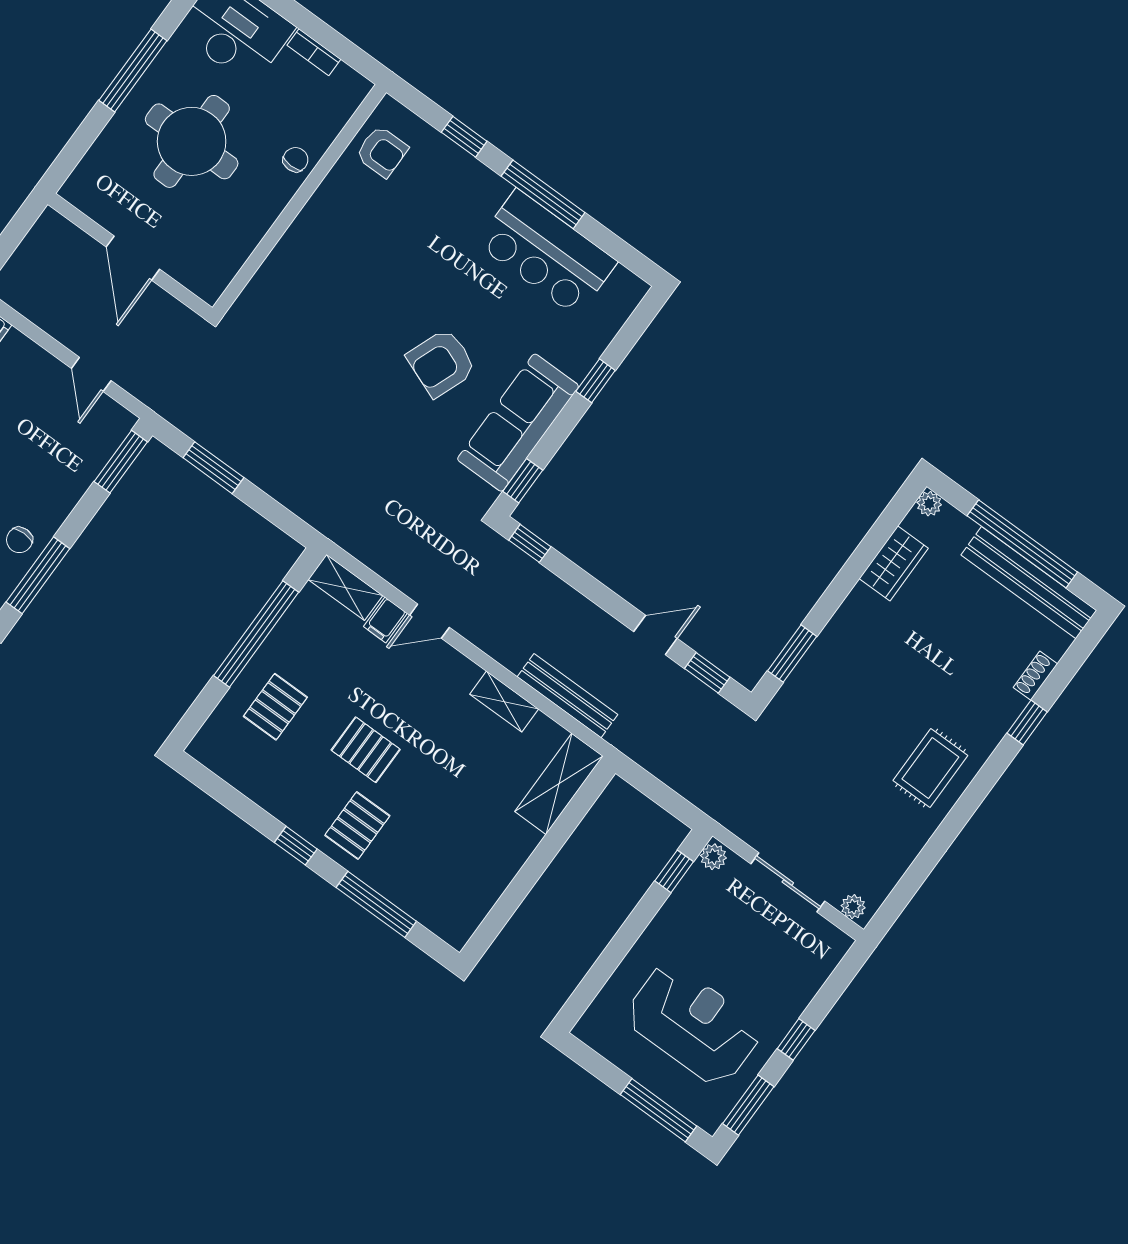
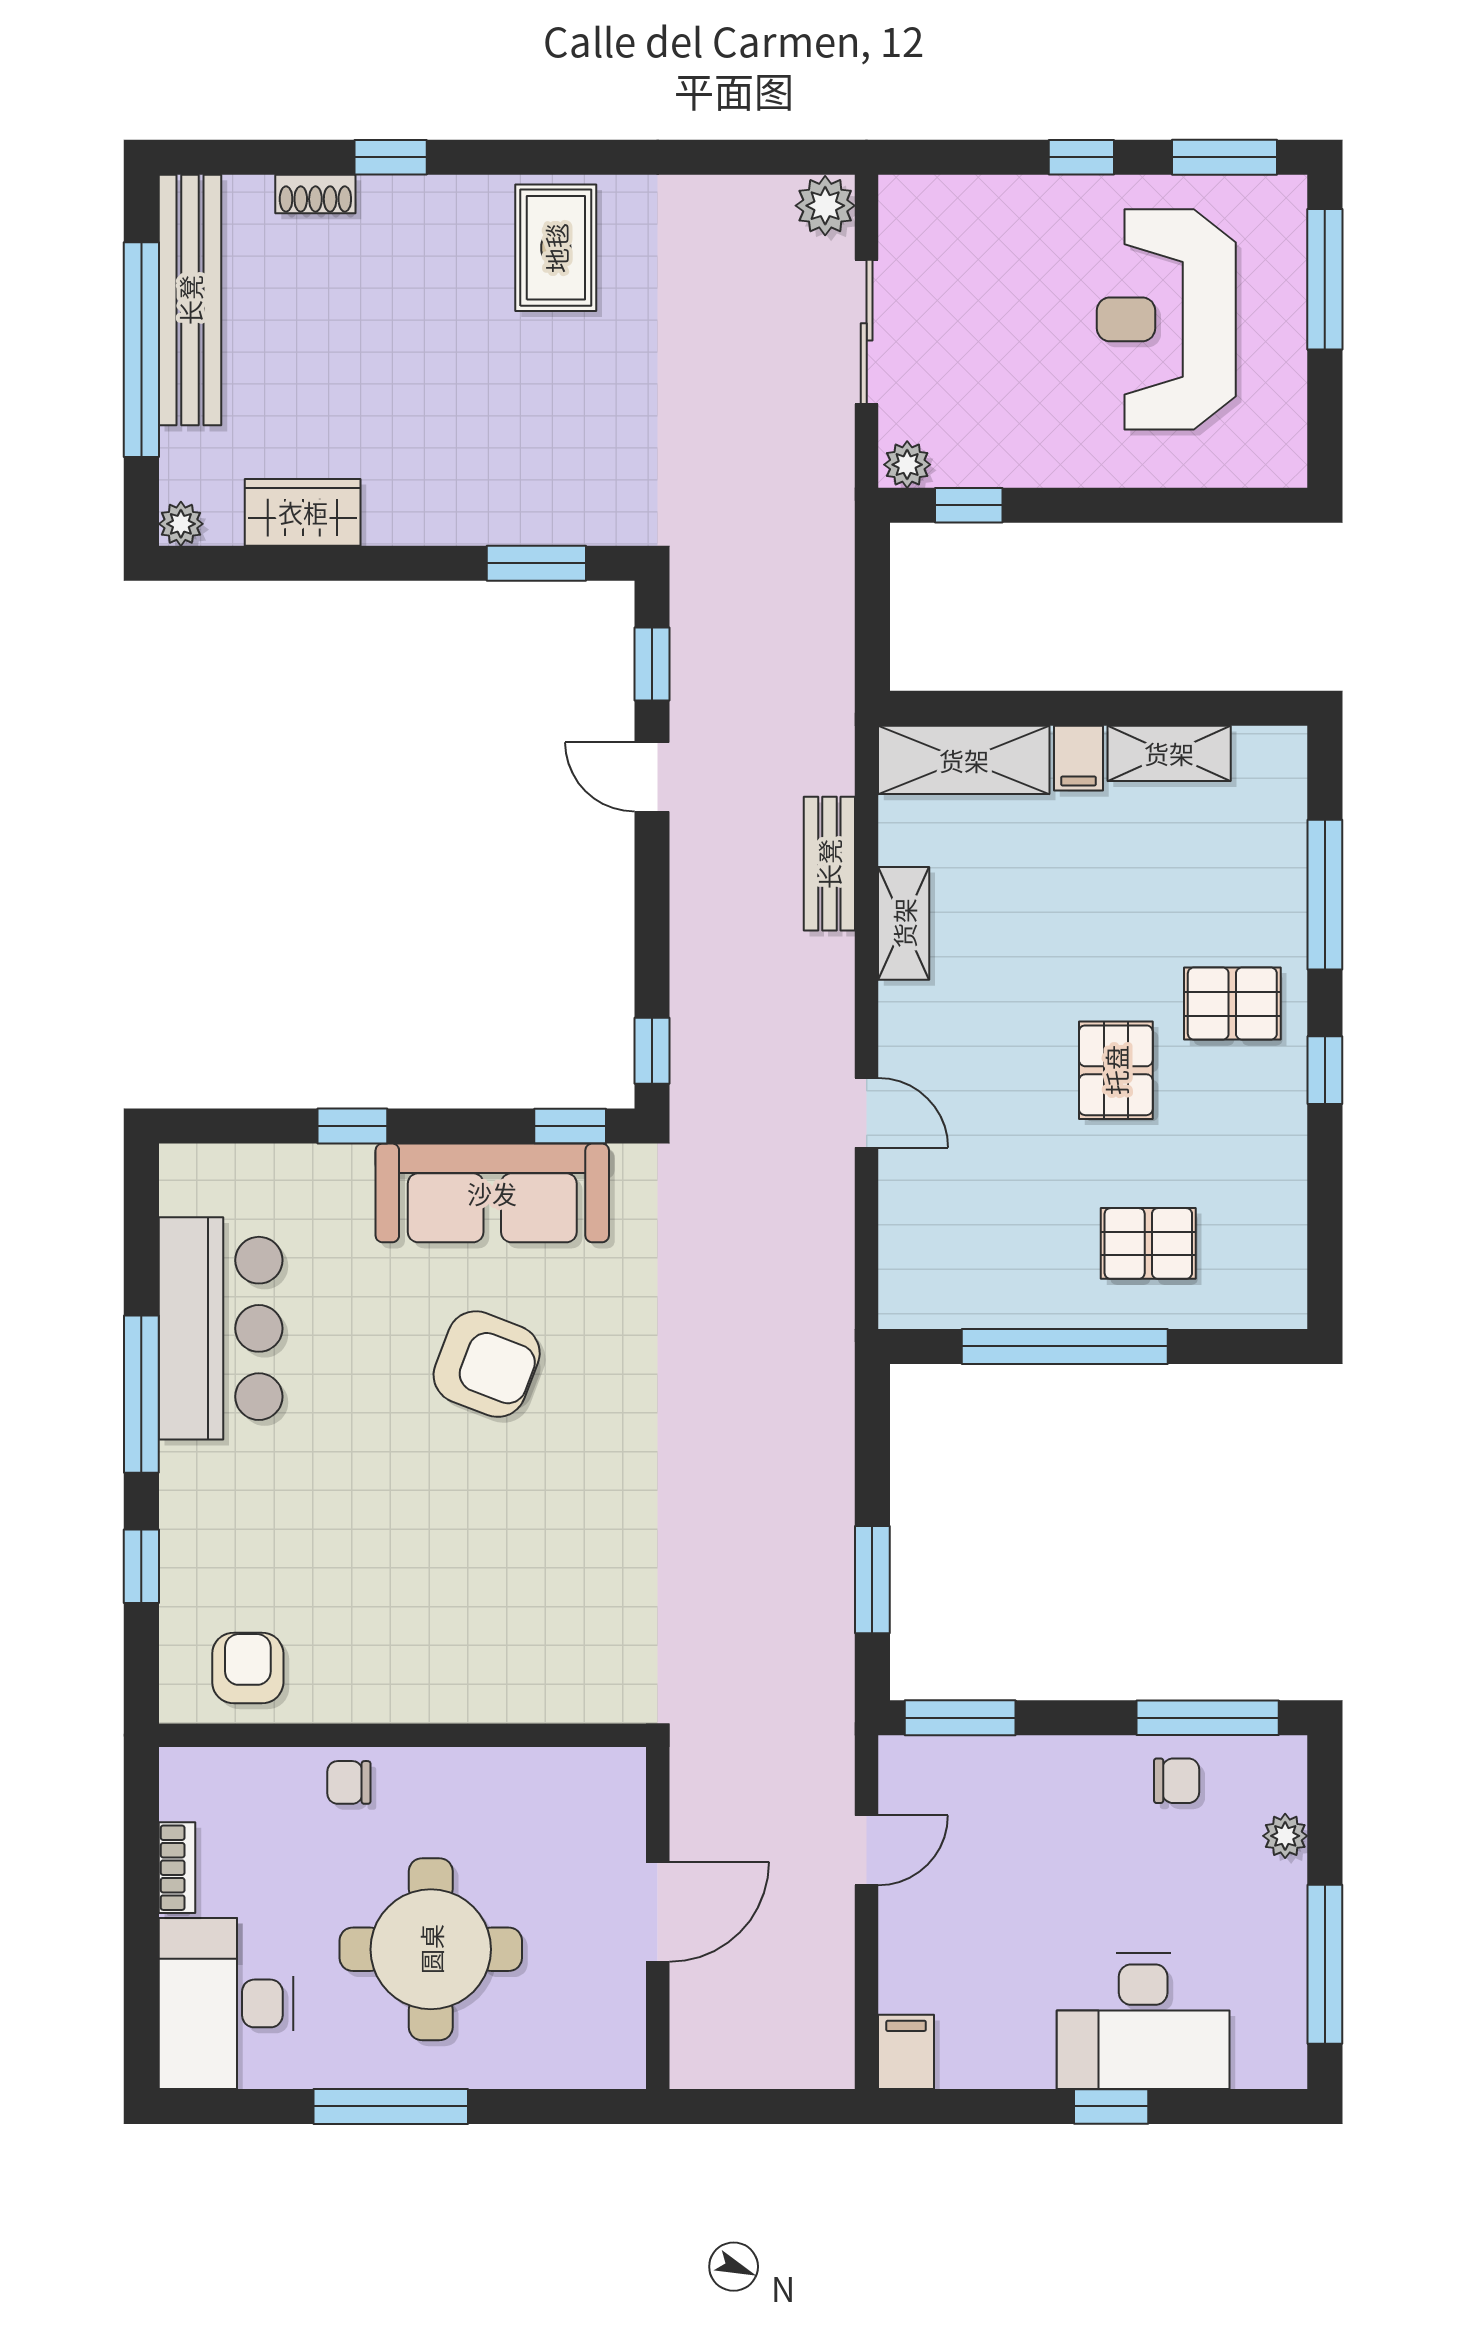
shelving: (345, 587) -> (1169, 753), moved, turned 90
filing cabinet: (385, 620) -> (1078, 758), moved, turned 90
bench: (567, 696) -> (829, 864), width x0.73
rug: (930, 768) -> (556, 248), turned 90
plant: (853, 907) -> (825, 206), width x1.38, depth x1.38

